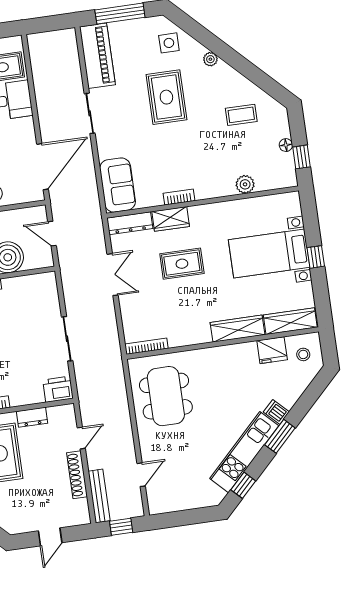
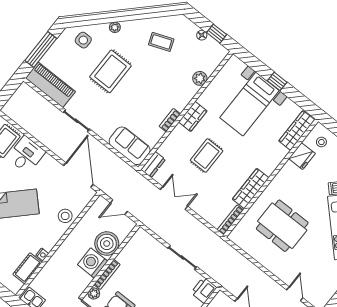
rug: (166, 97) -> (110, 71), turned 90
coffee table: (241, 115) -> (161, 42), turned 69
wardrobe: (171, 219) -> (193, 116), moved
dresser: (130, 223) -> (153, 165), width x0.70
wardrobe: (237, 329) -> (251, 189), moved
dining table: (166, 396) -> (282, 226), moved

